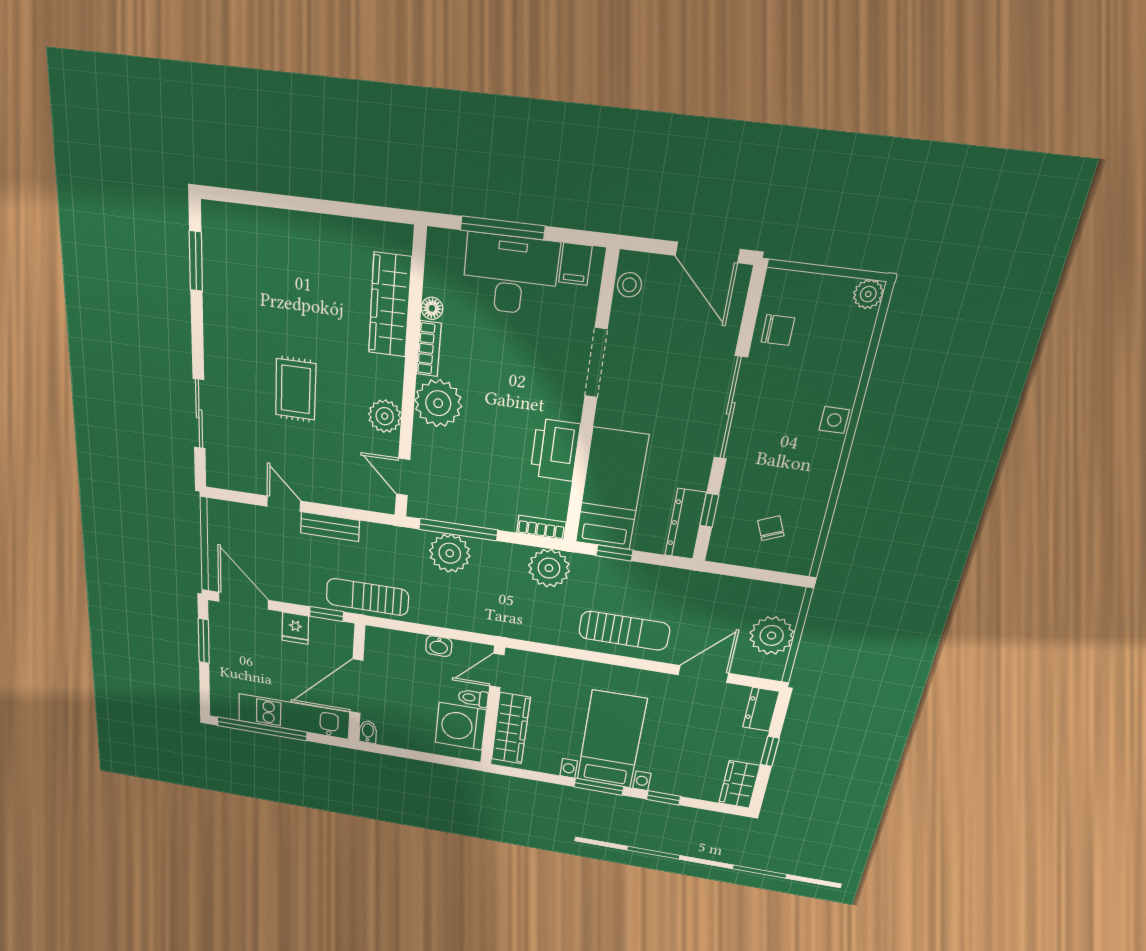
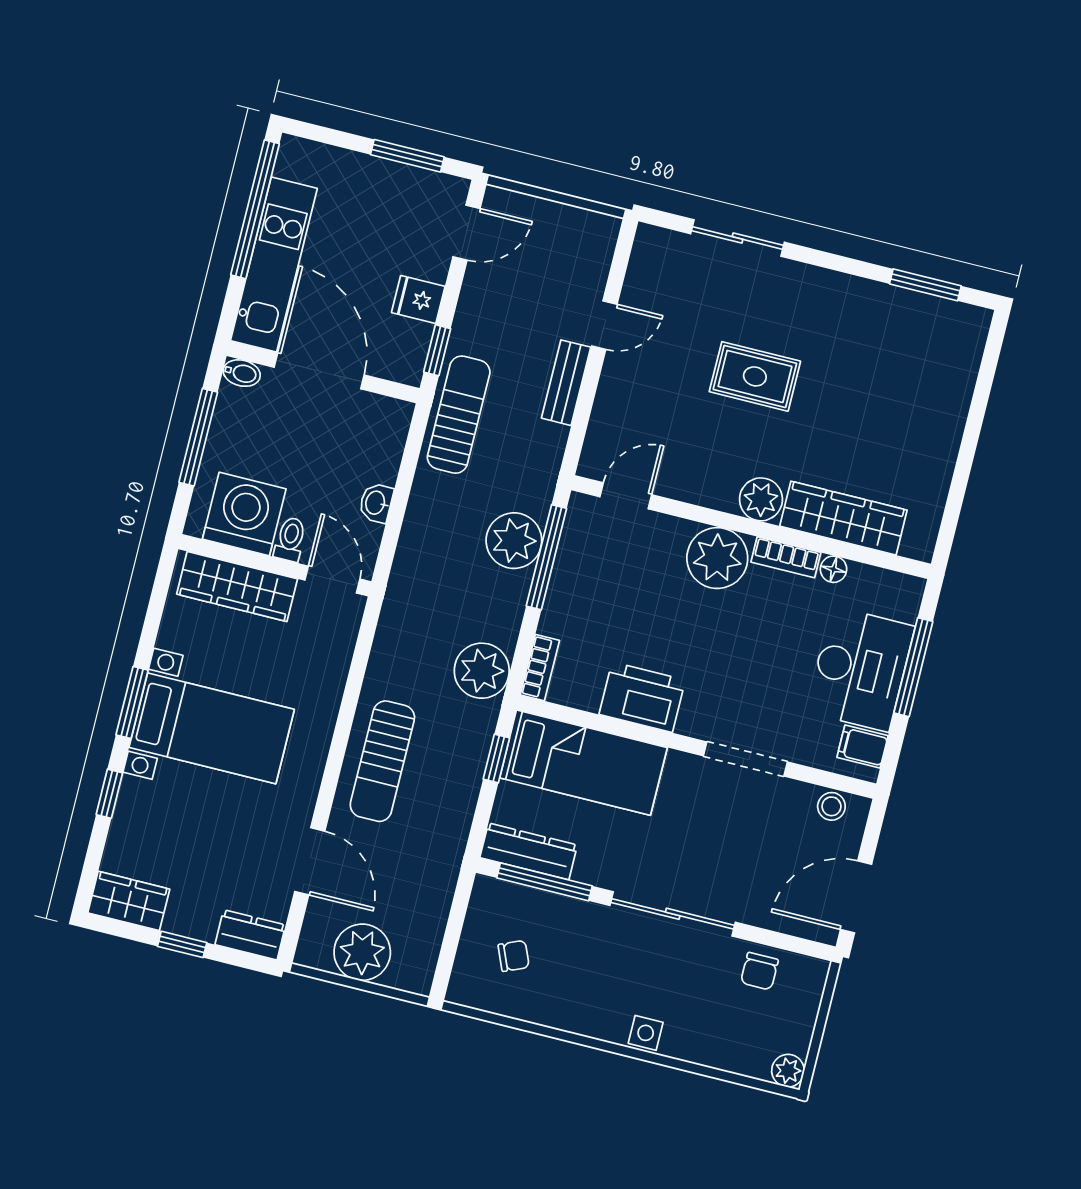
plant: (385, 416) -> (761, 499), moved
window: (709, 510) -> (544, 882), width x2.17
door: (243, 601) -> (467, 233), width x0.73
window: (415, 755) -> (198, 437), added

